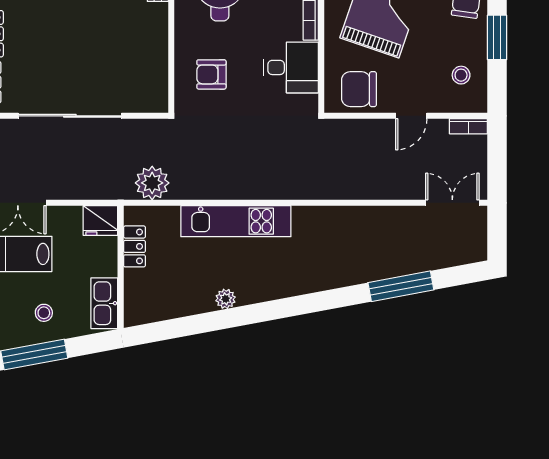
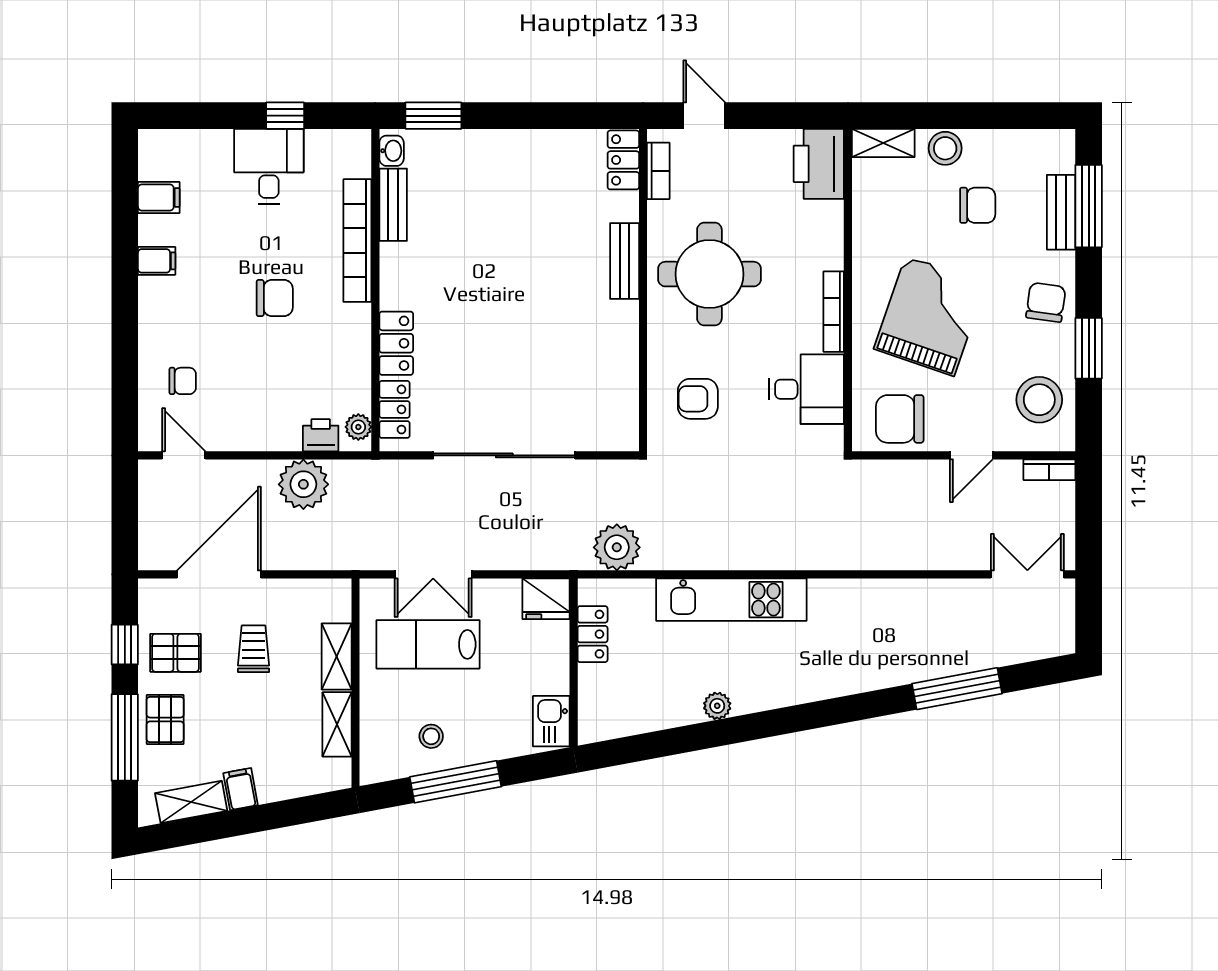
stool: (461, 75) -> (1039, 400), width x1.89, depth x1.89
kitchen sink: (104, 303) -> (551, 721), width x0.73
stool: (44, 313) -> (431, 736), moved

